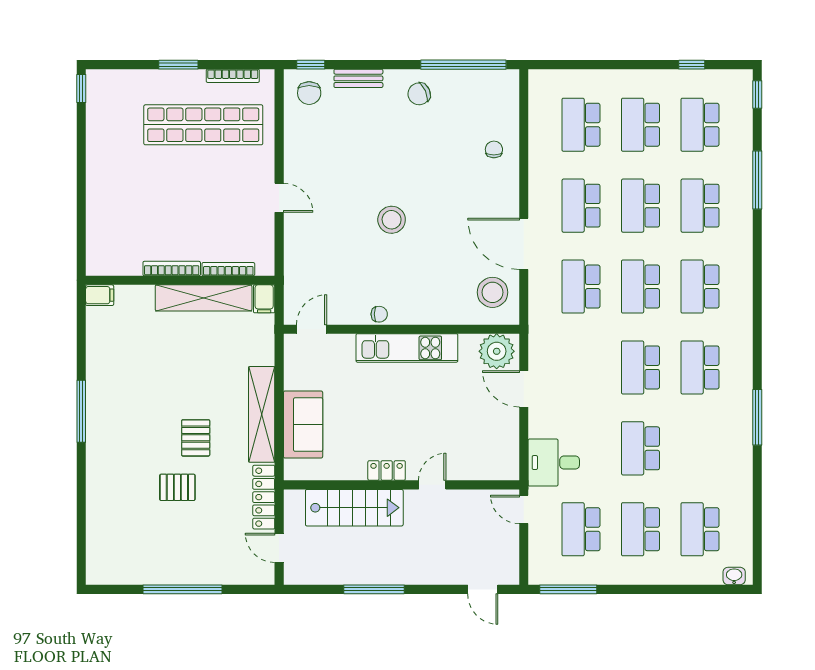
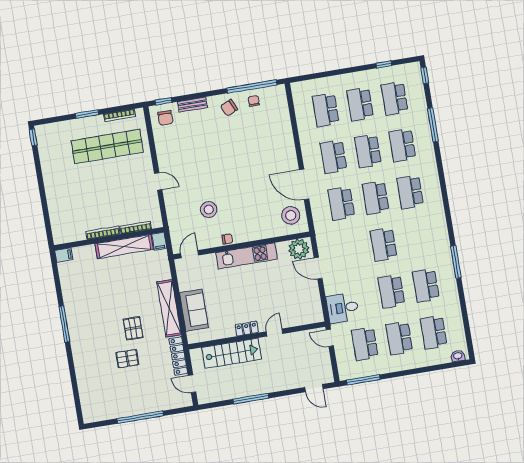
chair: (494, 149) -> (254, 101), moved
stool: (392, 220) -> (209, 210), moved
school desk: (700, 367) -> (426, 286), moved

